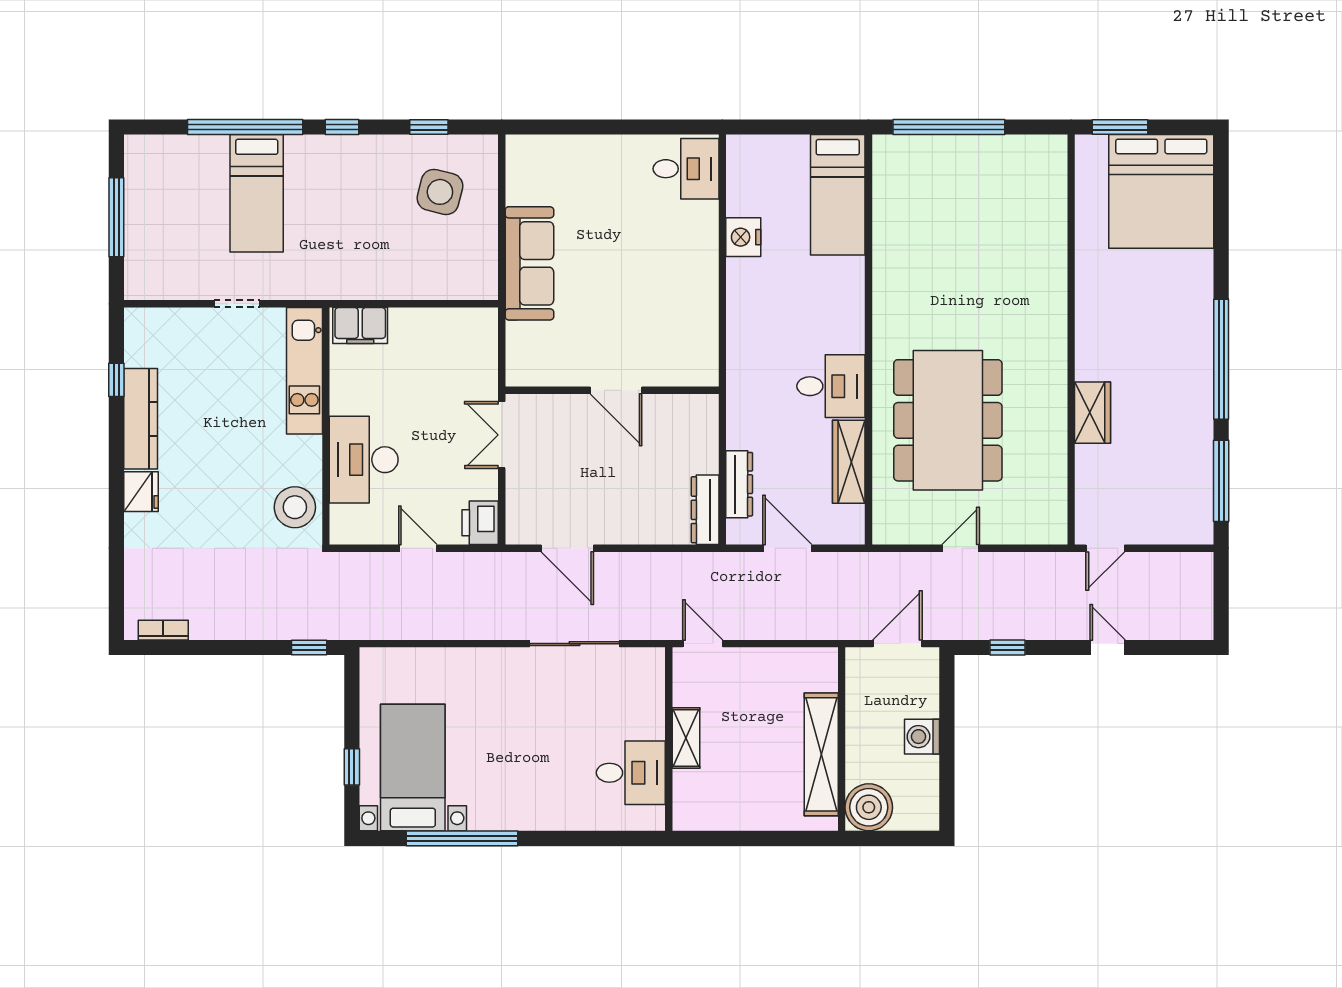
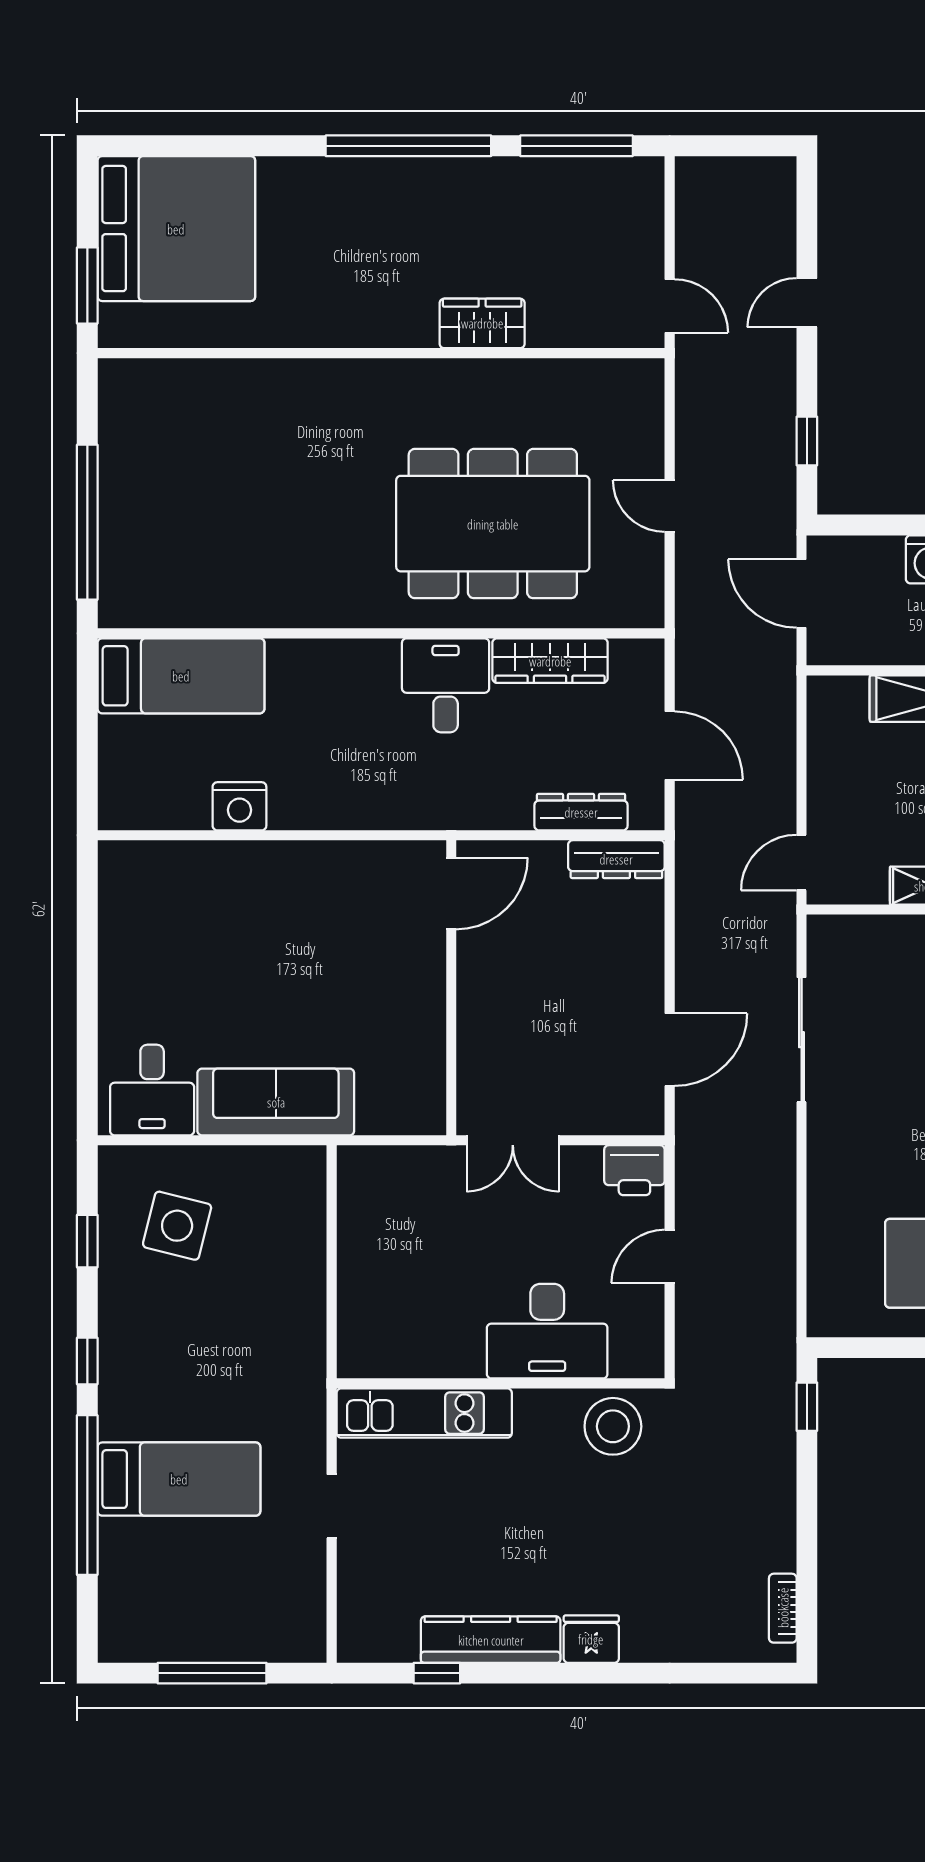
desk: (686, 169) -> (152, 1090), moved, turned 180
filing cabinet: (360, 326) -> (362, 1336), removed
door: (616, 390) -> (451, 893), moved
door: (787, 548) -> (670, 746), swing flipped

